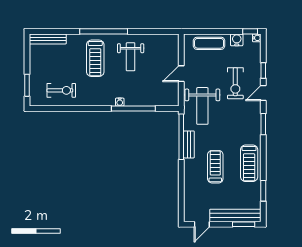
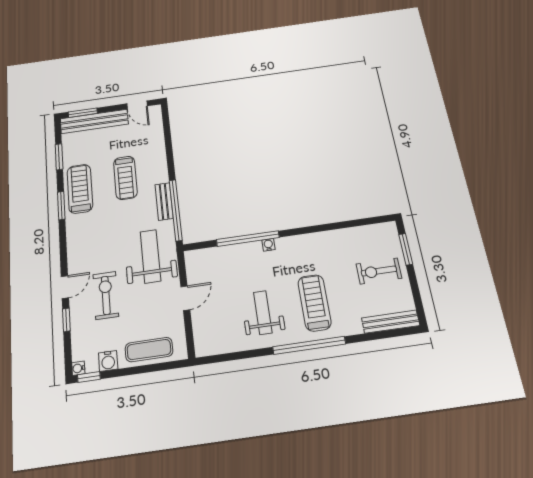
exercise bike: (61, 90) -> (379, 271), moved
window: (263, 124) -> (61, 206), moved
door: (202, 224) -> (137, 105), swing flipped

